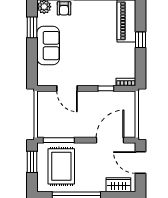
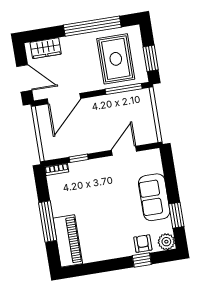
window: (140, 40) -> (48, 222), width x2.17
door: (67, 88) -> (124, 151), hinge flipped

